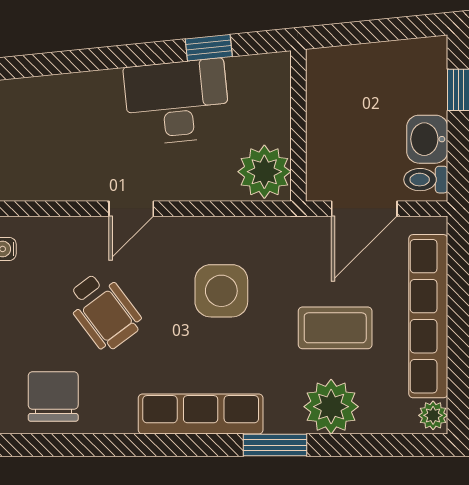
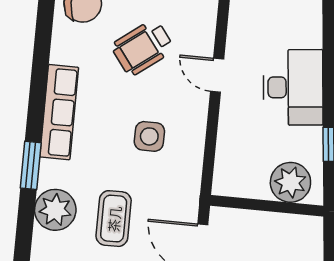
desk: (177, 102) -> (293, 87), moved
plant: (264, 172) -> (290, 182), moved
side table: (221, 291) -> (149, 136), width x0.73, depth x0.73

